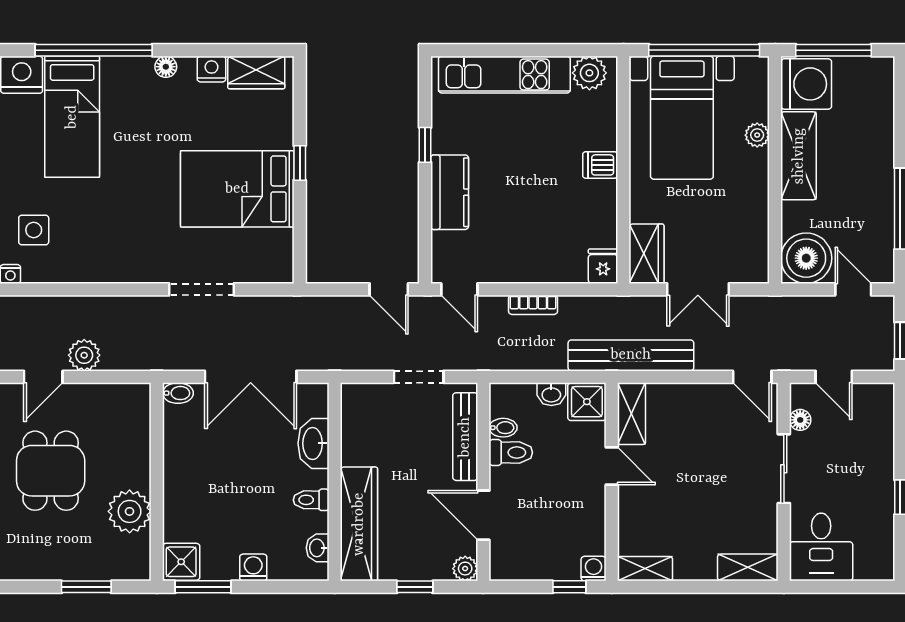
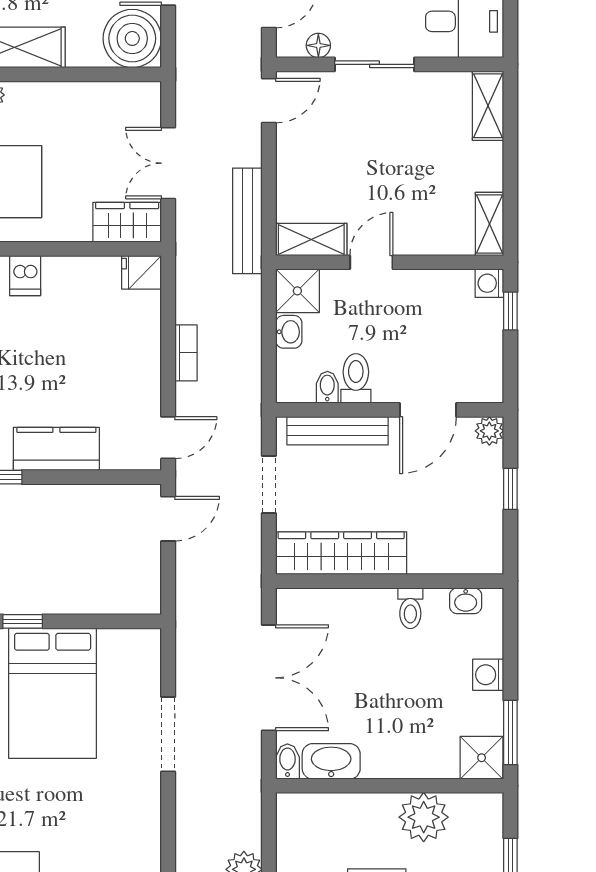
double door: (698, 289) -> (168, 163), swing flipped
bench: (631, 355) -> (247, 221), width x0.73, depth x0.82
washbasin: (313, 443) -> (331, 761), moved, turned 180
wardrobe: (359, 524) -> (341, 553), moved

